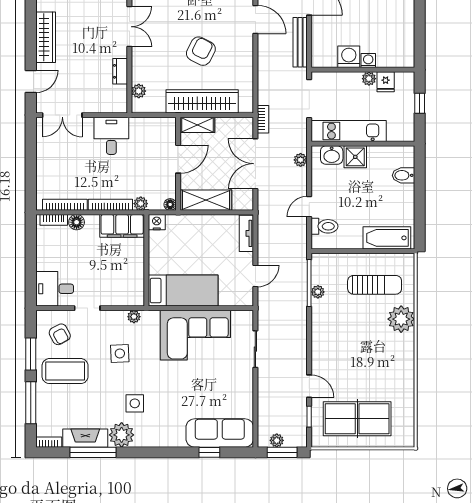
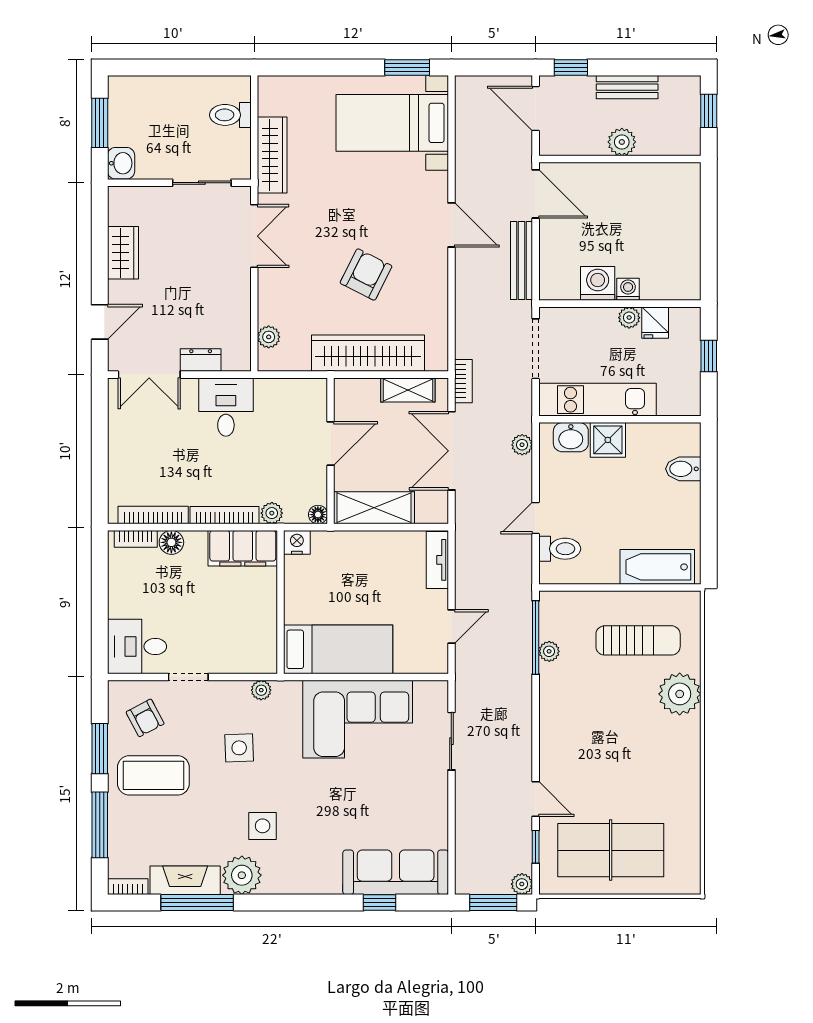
wardrobe: (46, 37) -> (123, 253), width x0.67
dresser: (120, 71) -> (201, 360), moved, turned 90
shelving: (197, 125) -> (408, 390), moved
plant: (277, 440) -> (522, 884), moved

